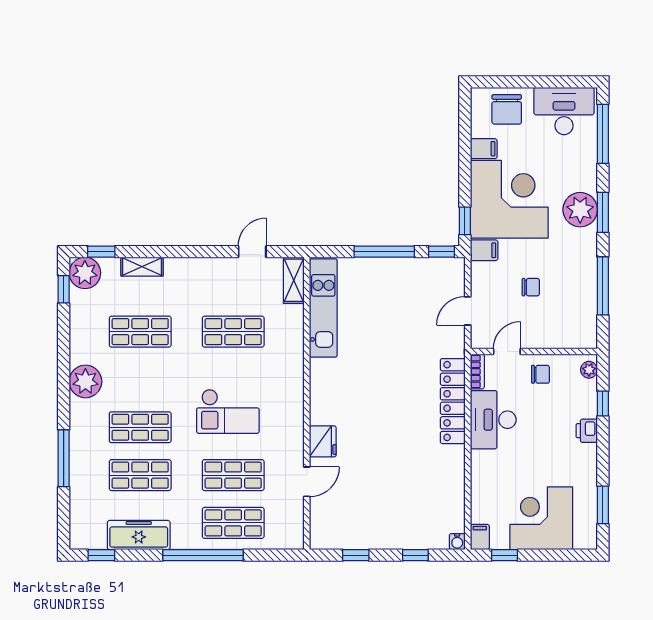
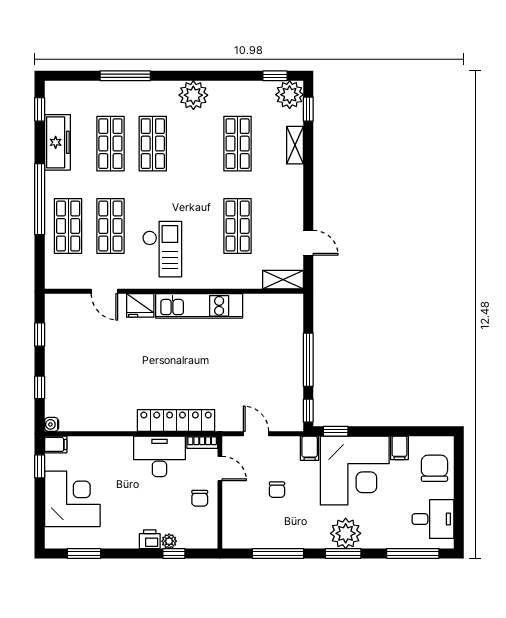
chair: (507, 109) -> (434, 468), turned 90
desk: (564, 111) -> (433, 519), width x0.73
kitchen unit: (323, 308) -> (199, 306), moved
plant: (589, 370) -> (169, 541), moved
checkout: (228, 411) -> (162, 249), moved, turned 180

